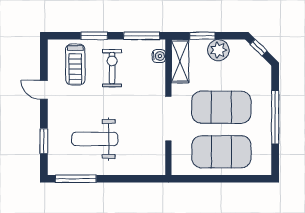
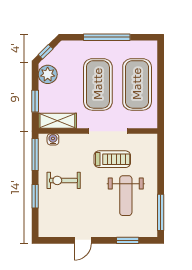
plant: (218, 50) -> (48, 74), moved
treadmill: (75, 65) -> (112, 159), moved

